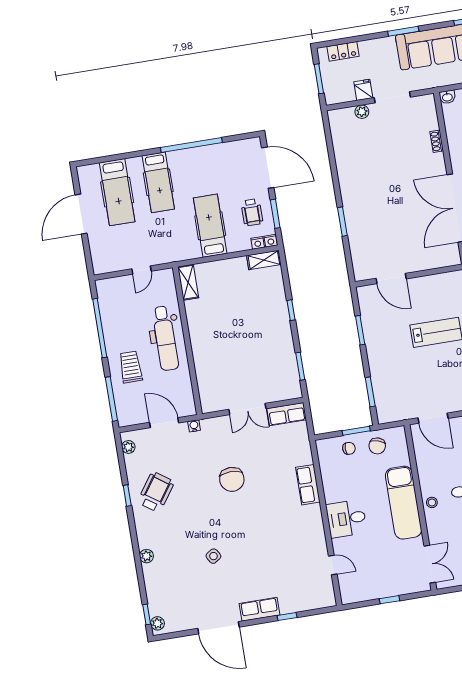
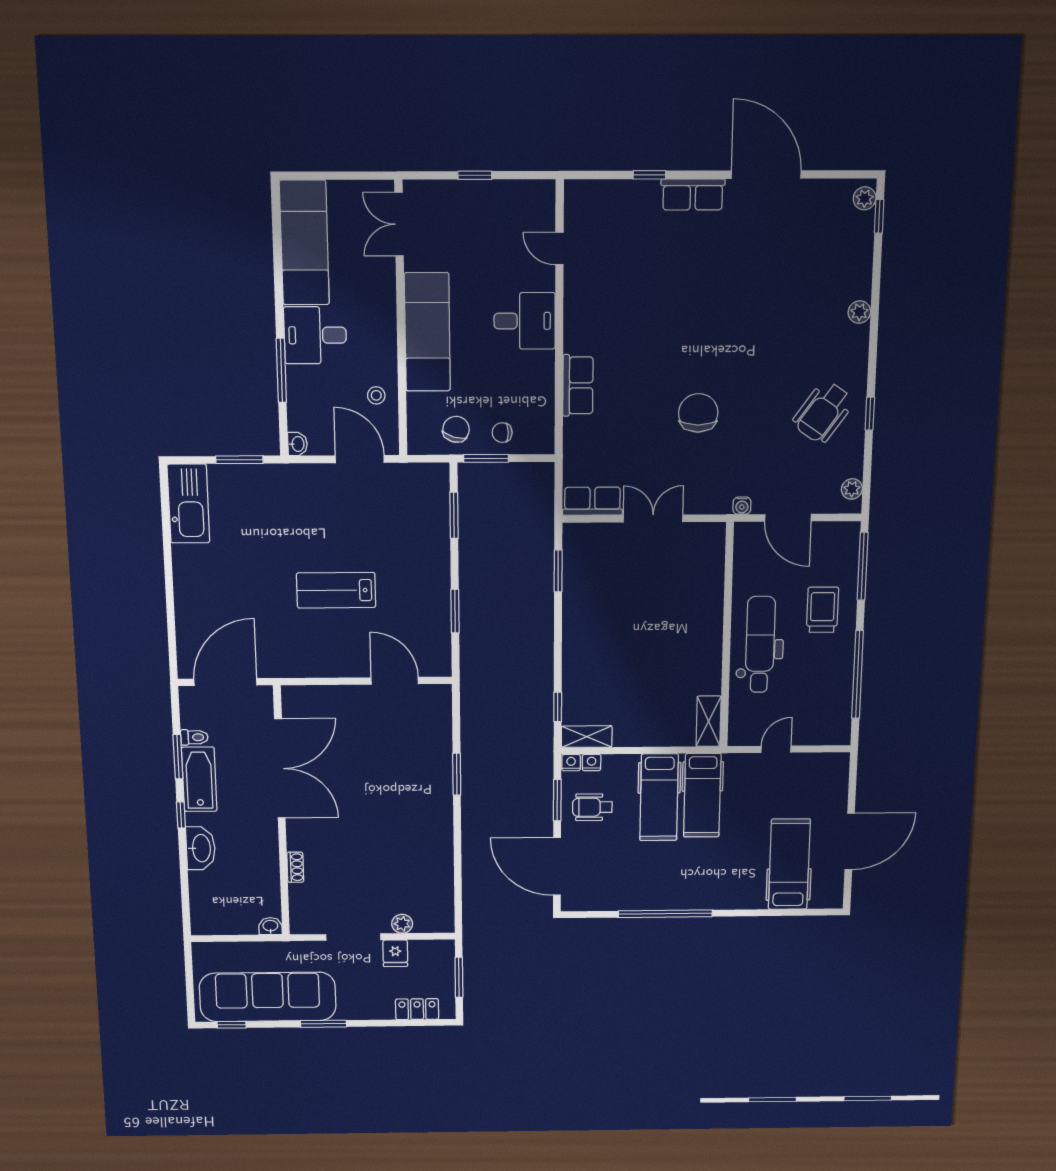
hospital bed: (158, 182) -> (702, 795), moved, turned 180
wheelchair: (252, 212) -> (592, 807), turned -90
window: (291, 310) -> (558, 707), moved
trolley: (131, 367) -> (822, 610), turned 180
stool: (432, 502) -> (376, 395), moved
side table: (213, 556) -> (751, 294), removed

